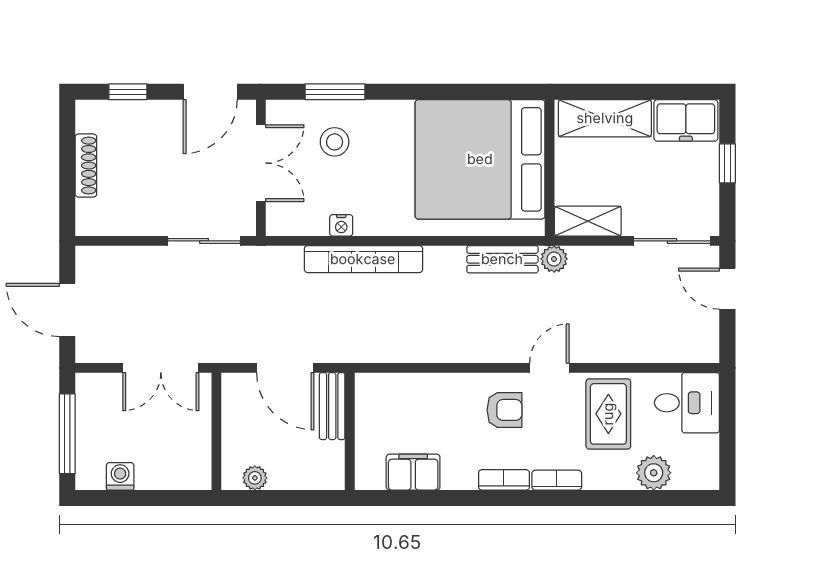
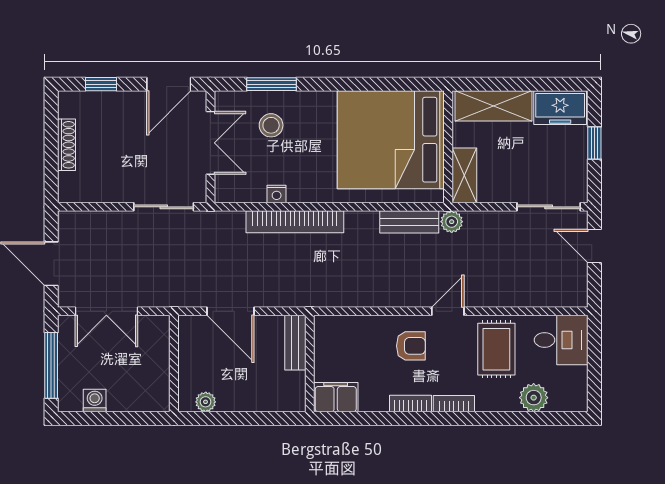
shelving: (588, 221) -> (464, 175), moved, turned 90
double door: (161, 368) -> (106, 311), moved
bench: (332, 406) -> (295, 343), moved
wall: (350, 431) -> (310, 363), moved

